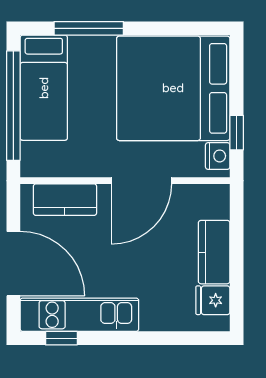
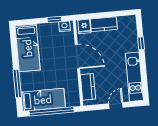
bed: (173, 88) -> (28, 48), width x0.49
door: (13, 264) -> (116, 106), width x0.53
fridge: (213, 300) -> (84, 26), moved
window: (61, 338) -> (141, 43), moved

